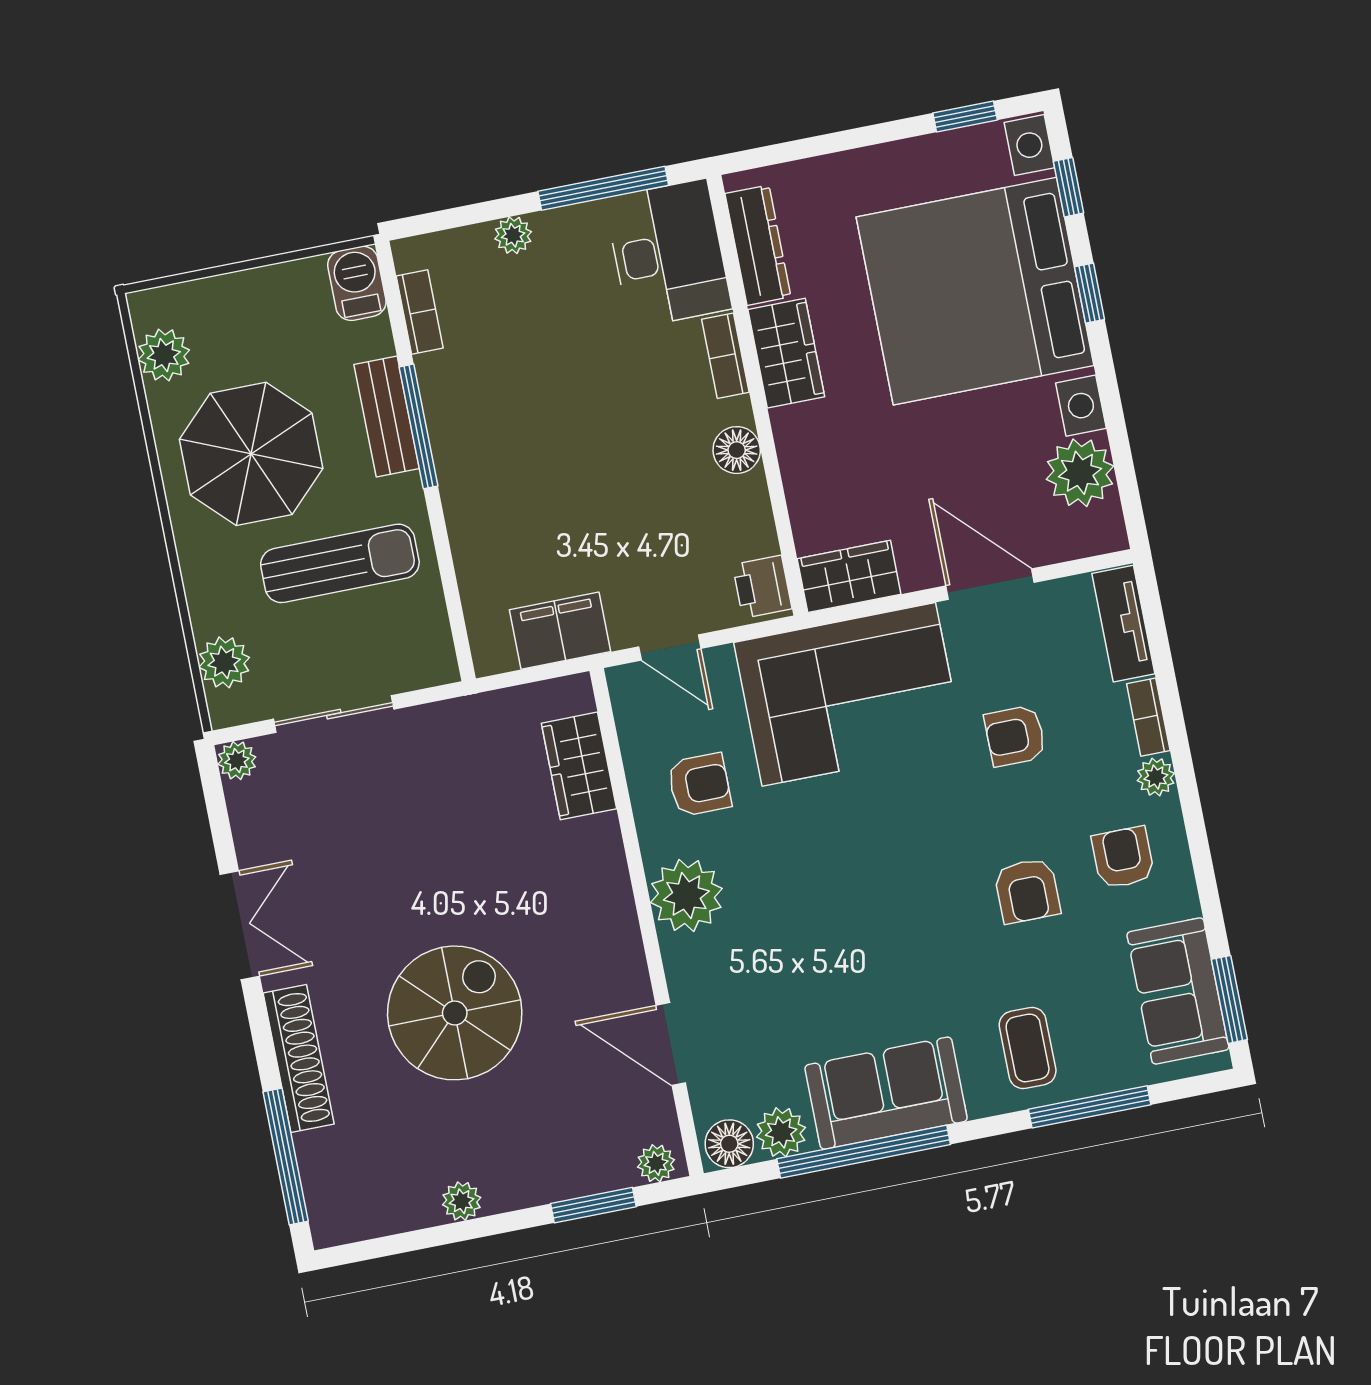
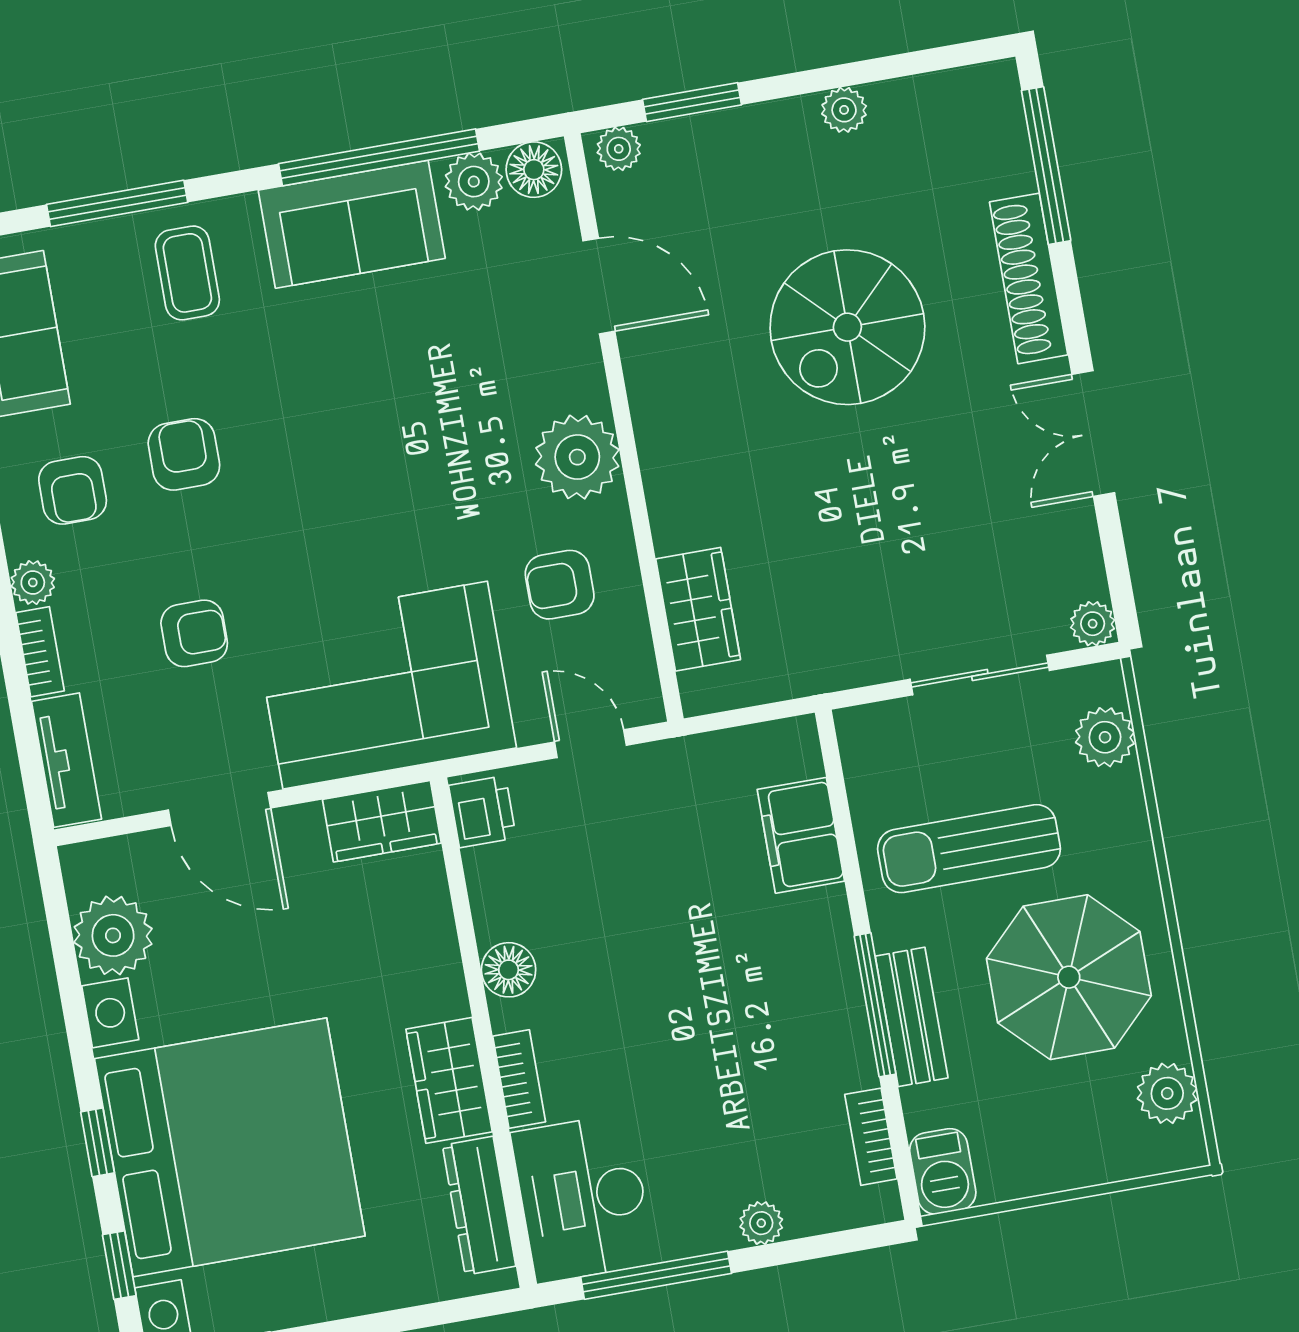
filing cabinet: (560, 631) -> (801, 835), moved, turned 90

